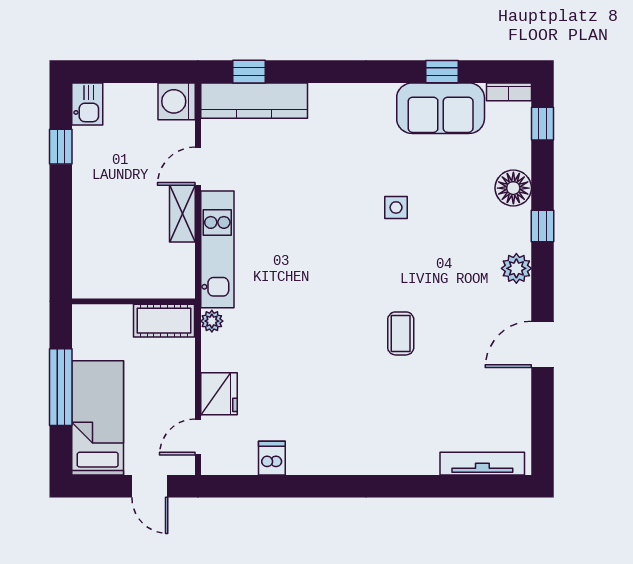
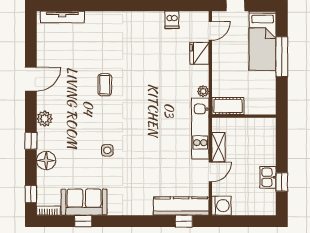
kitchen sink: (87, 104) -> (268, 177), moved
wall: (134, 301) -> (244, 116), moved
cot: (164, 321) -> (228, 106), moved

